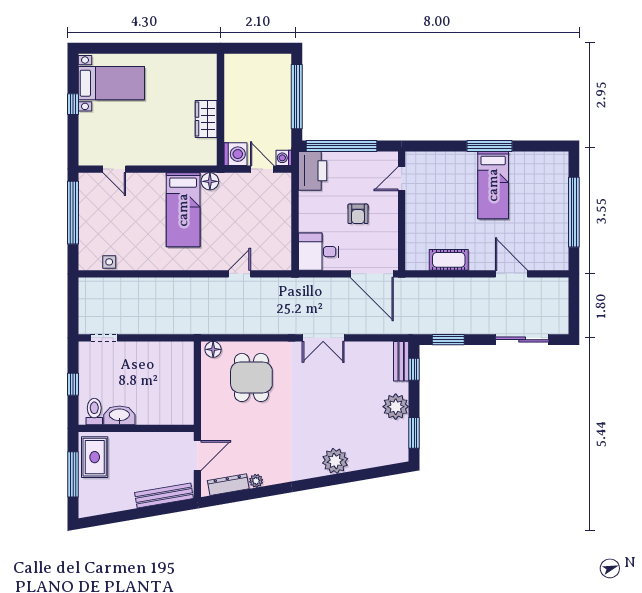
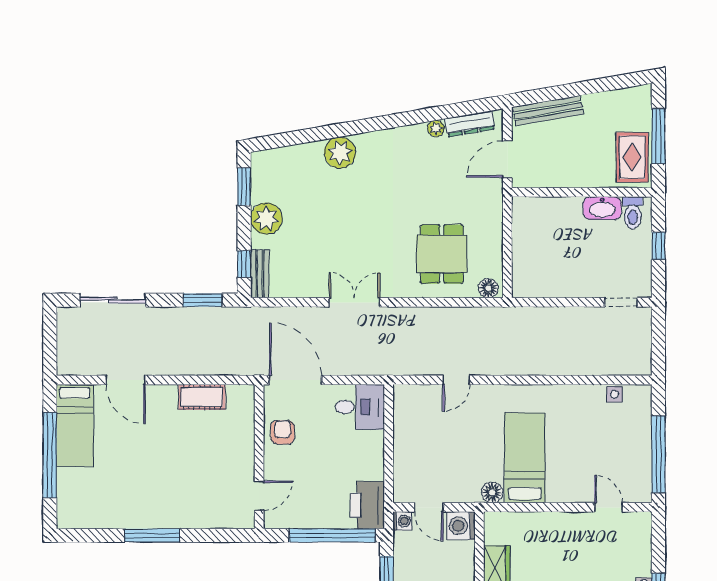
bed: (493, 185) -> (75, 425), moved, turned 180
armchair: (358, 214) -> (283, 432), moved

